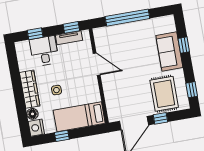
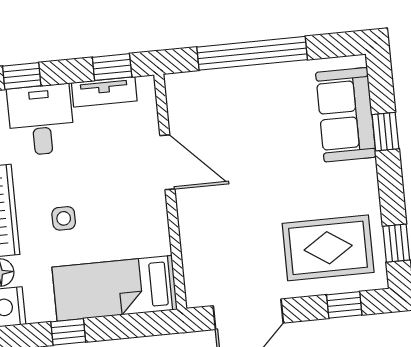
sofa: (169, 52) -> (346, 115), moved
rug: (164, 94) -> (328, 248), turned 90
window: (160, 118) -> (344, 305), moved

